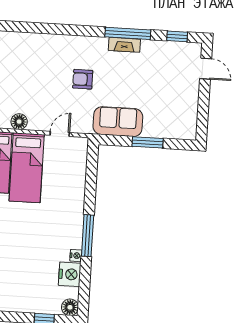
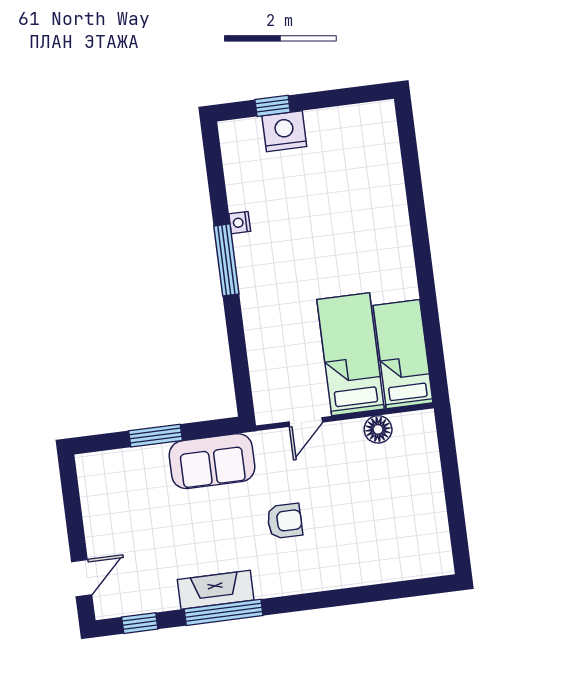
fireplace: (124, 45) -> (216, 590), width x1.37, depth x1.32
door: (206, 69) -> (82, 578), swing flipped
nightstand: (70, 274) -> (284, 131), moved, turned 90
floor lamp: (70, 307) -> (233, 134), removed

